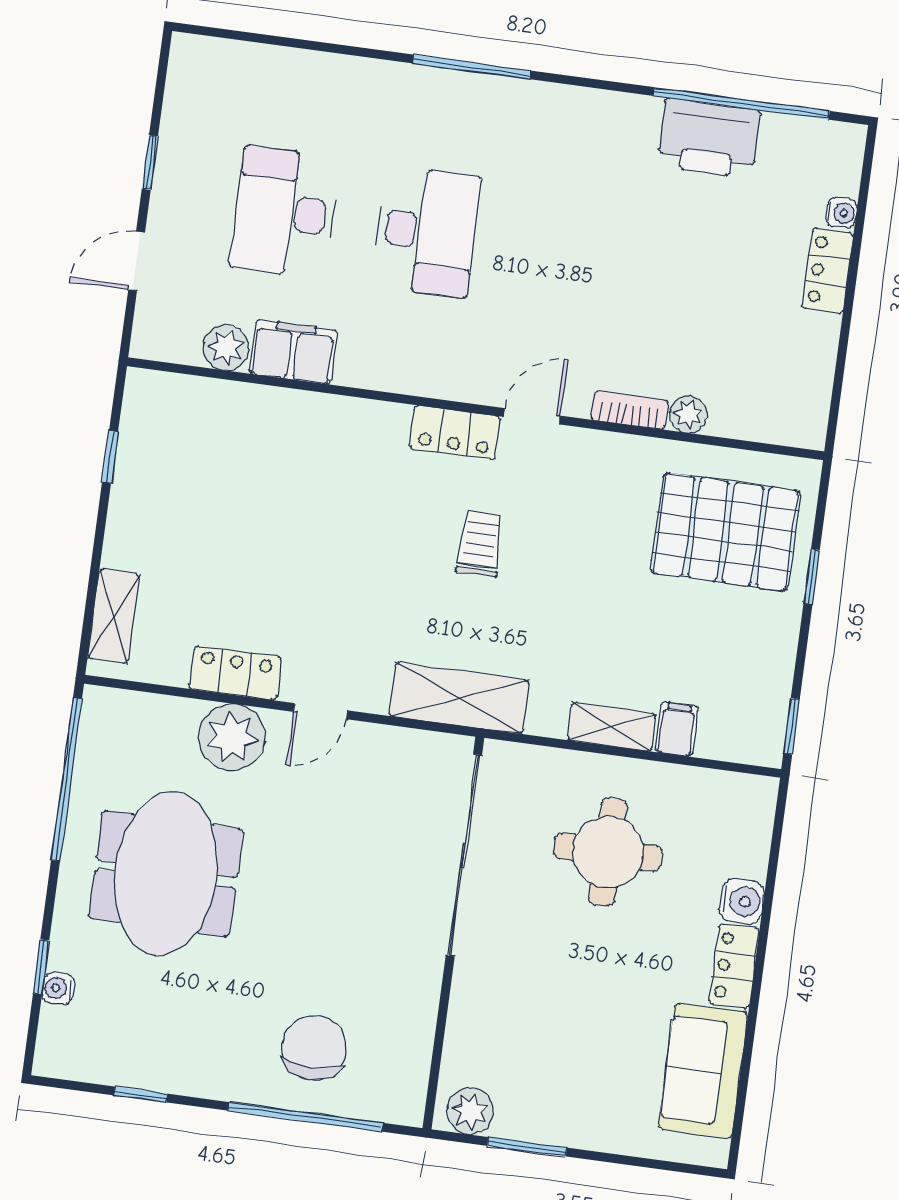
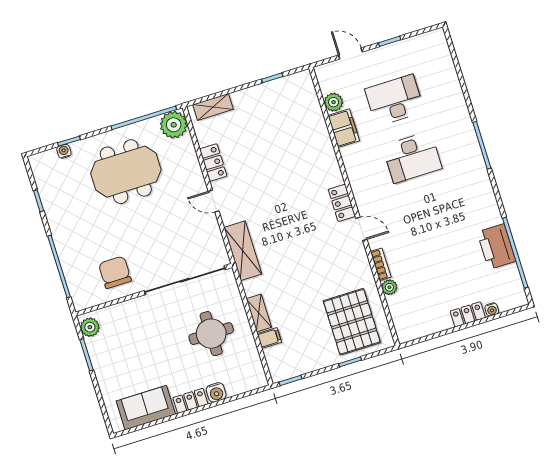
trolley: (480, 543) -> (305, 232), removed
plant: (232, 737) -> (174, 125), moved
chair: (315, 1048) -> (115, 272), moved, turned -90

